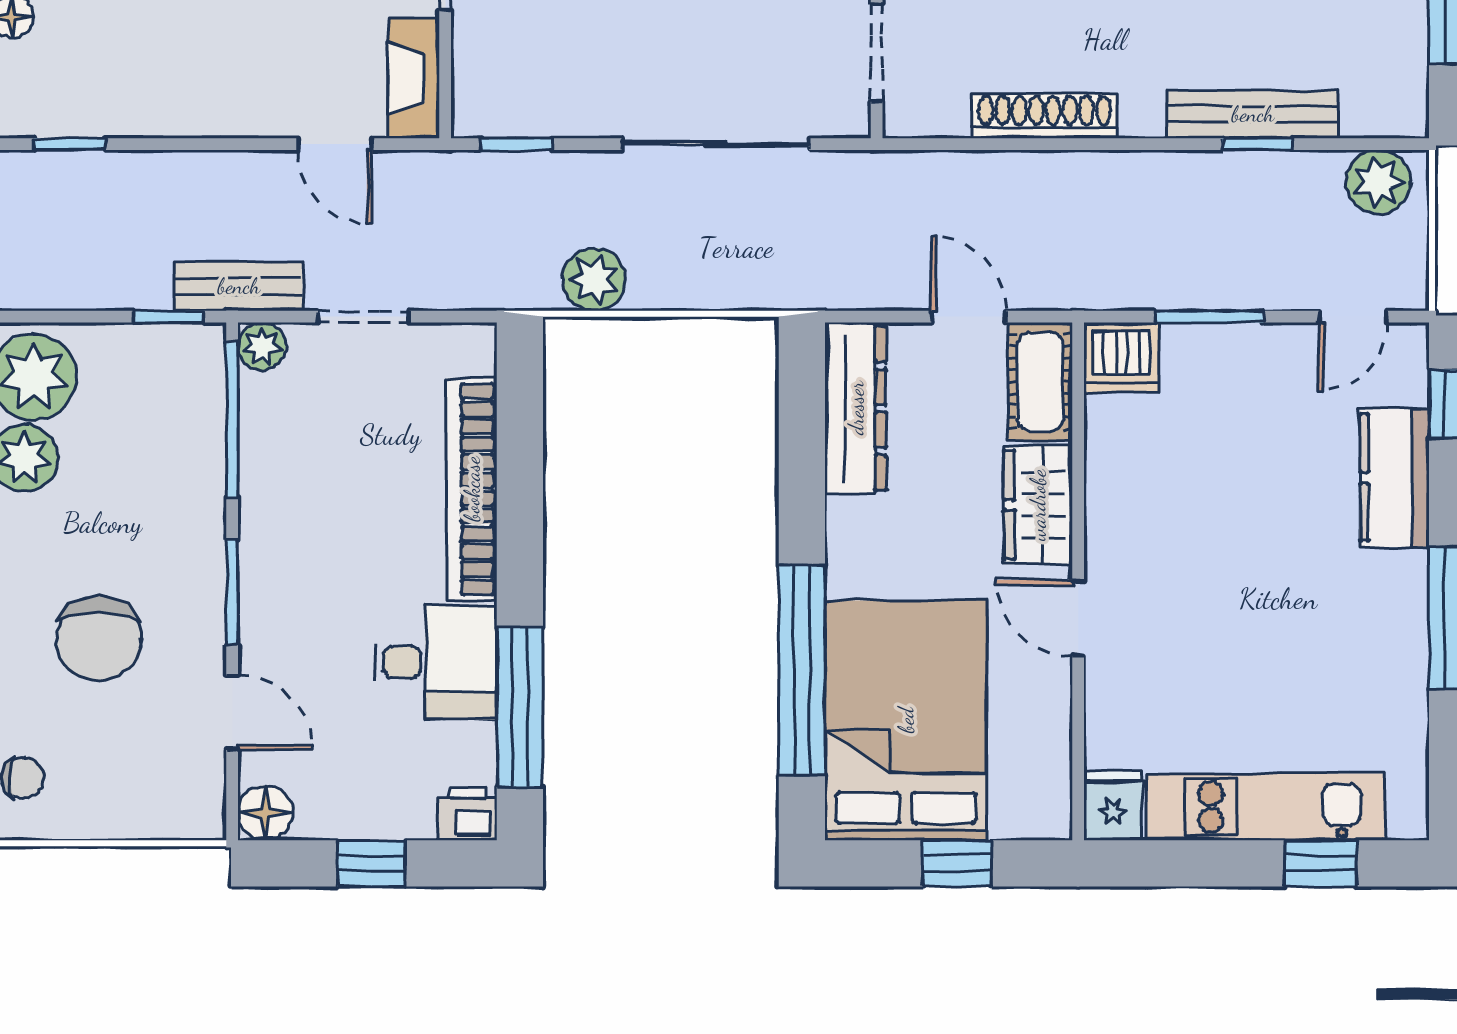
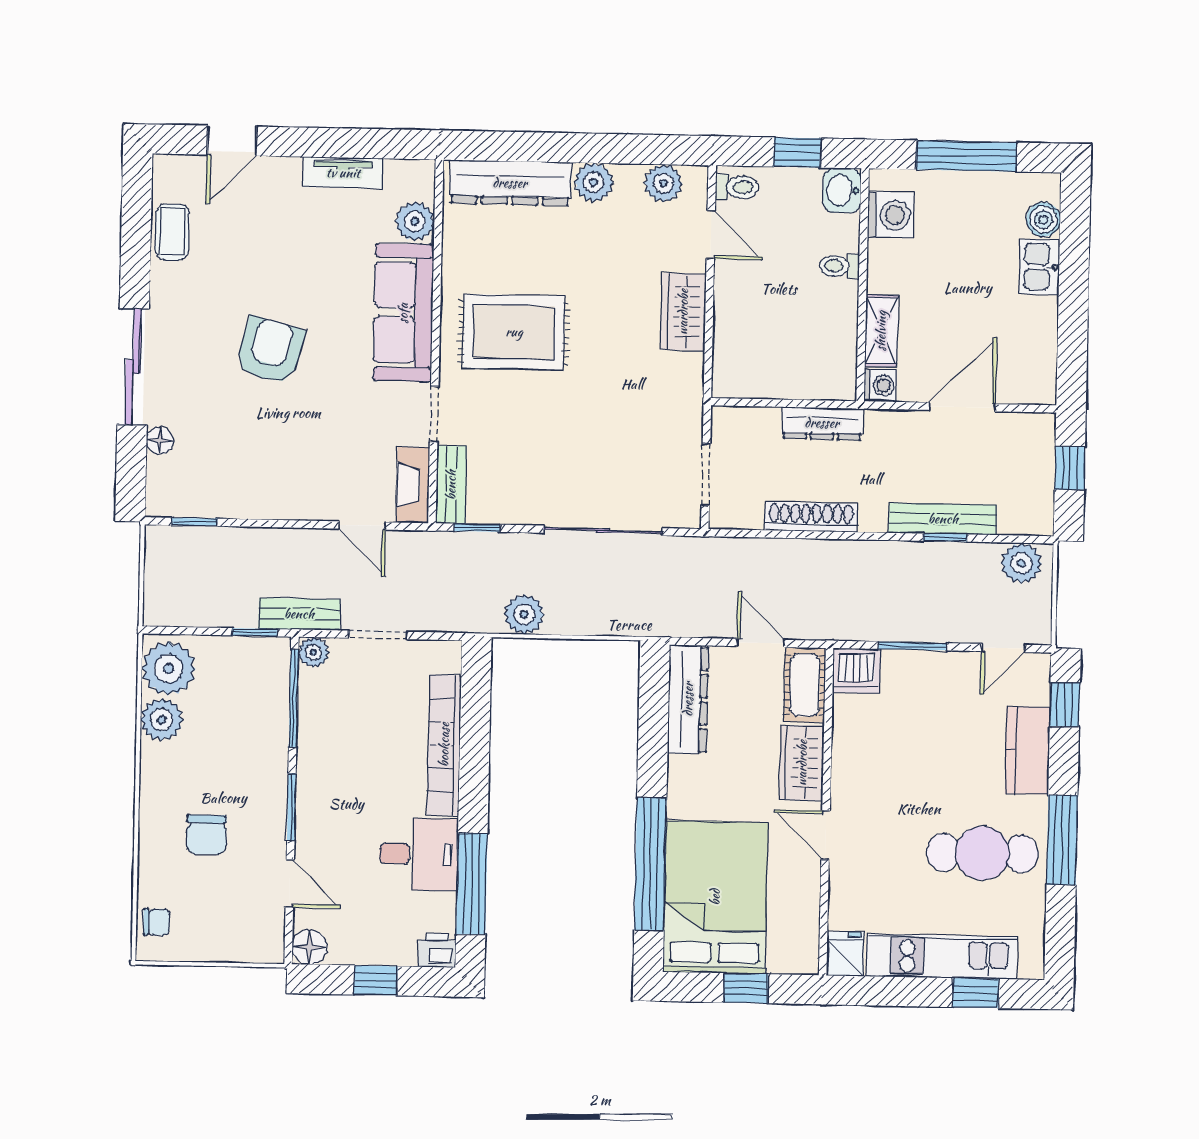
bench: (474, 77) -> (451, 485), added
chair: (99, 638) -> (206, 835), width x0.73, depth x0.73
cafe table: (1327, 642) -> (982, 853), added

